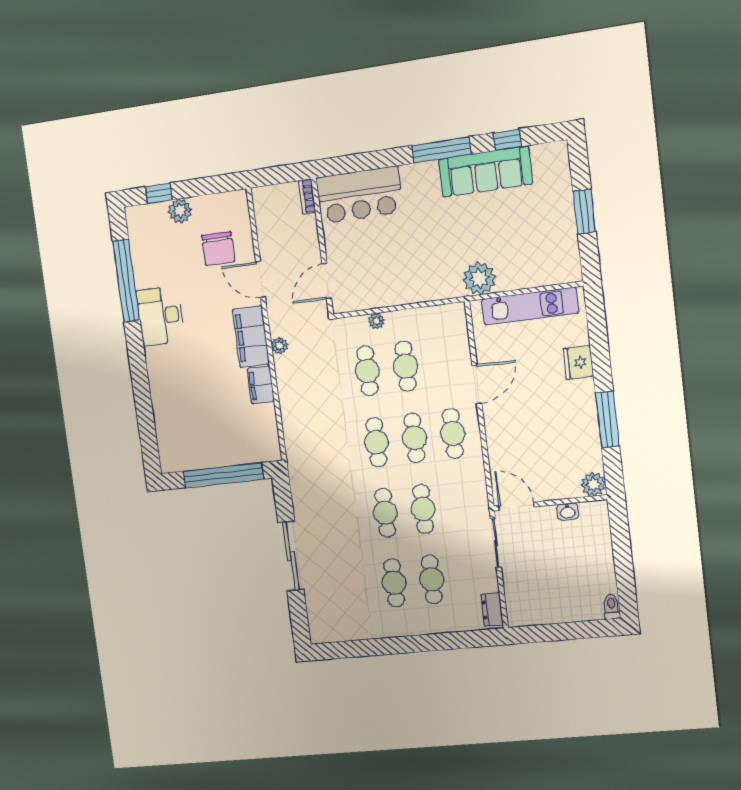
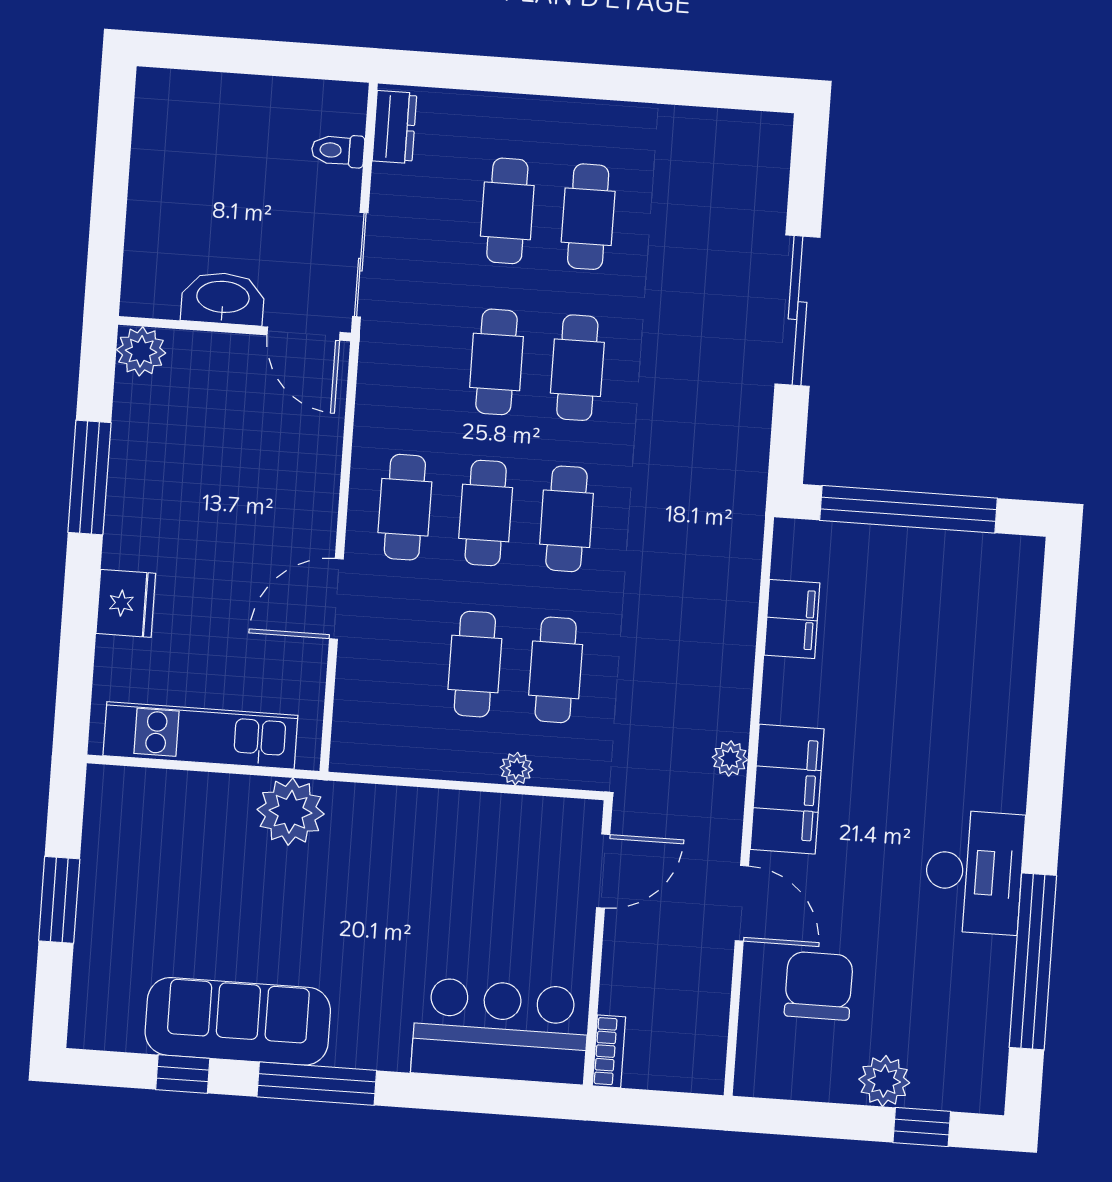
filing cabinet: (261, 385) -> (792, 619), moved
washbasin: (568, 512) -> (223, 298), width x1.91, depth x1.45
toilet: (612, 607) -> (338, 150), moved, turned 90

